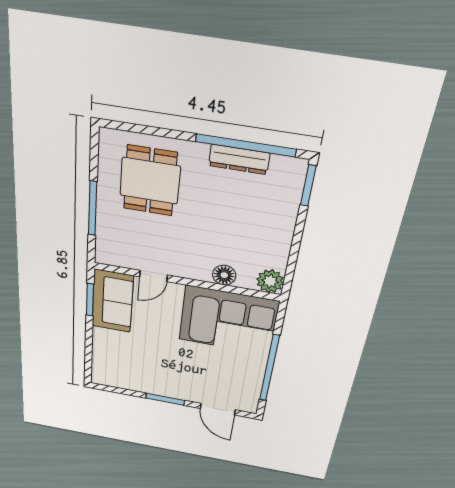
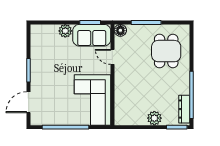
dresser: (239, 159) -> (184, 109), moved
dining table: (150, 181) -> (166, 51), turned 90
floor lamp: (224, 275) -> (120, 30), moved
plant: (270, 281) -> (154, 118), moved
plant: (103, 338) -> (65, 31), added

